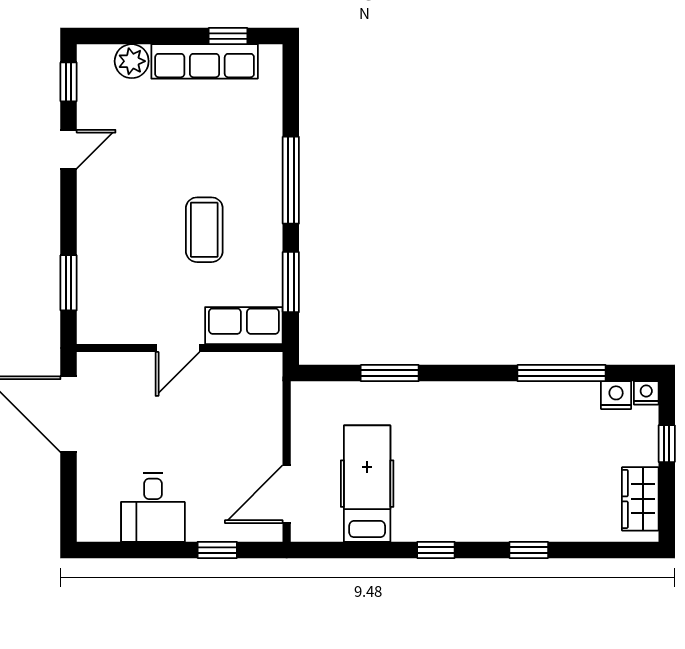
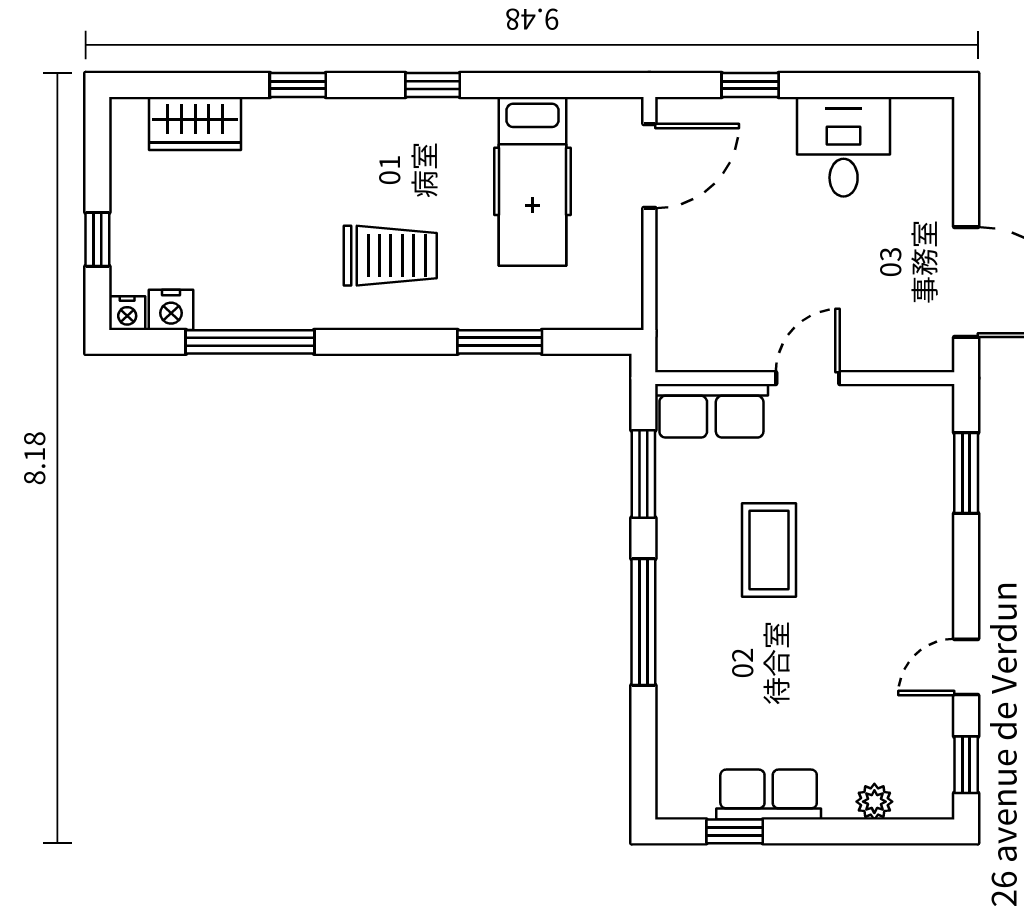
plant: (132, 61) -> (874, 802), width x0.73, depth x0.73
row of seats: (205, 61) -> (769, 794), width x0.68
trolley: (465, 432) -> (390, 256), added
wardrobe: (640, 499) -> (195, 123), moved, turned 90

